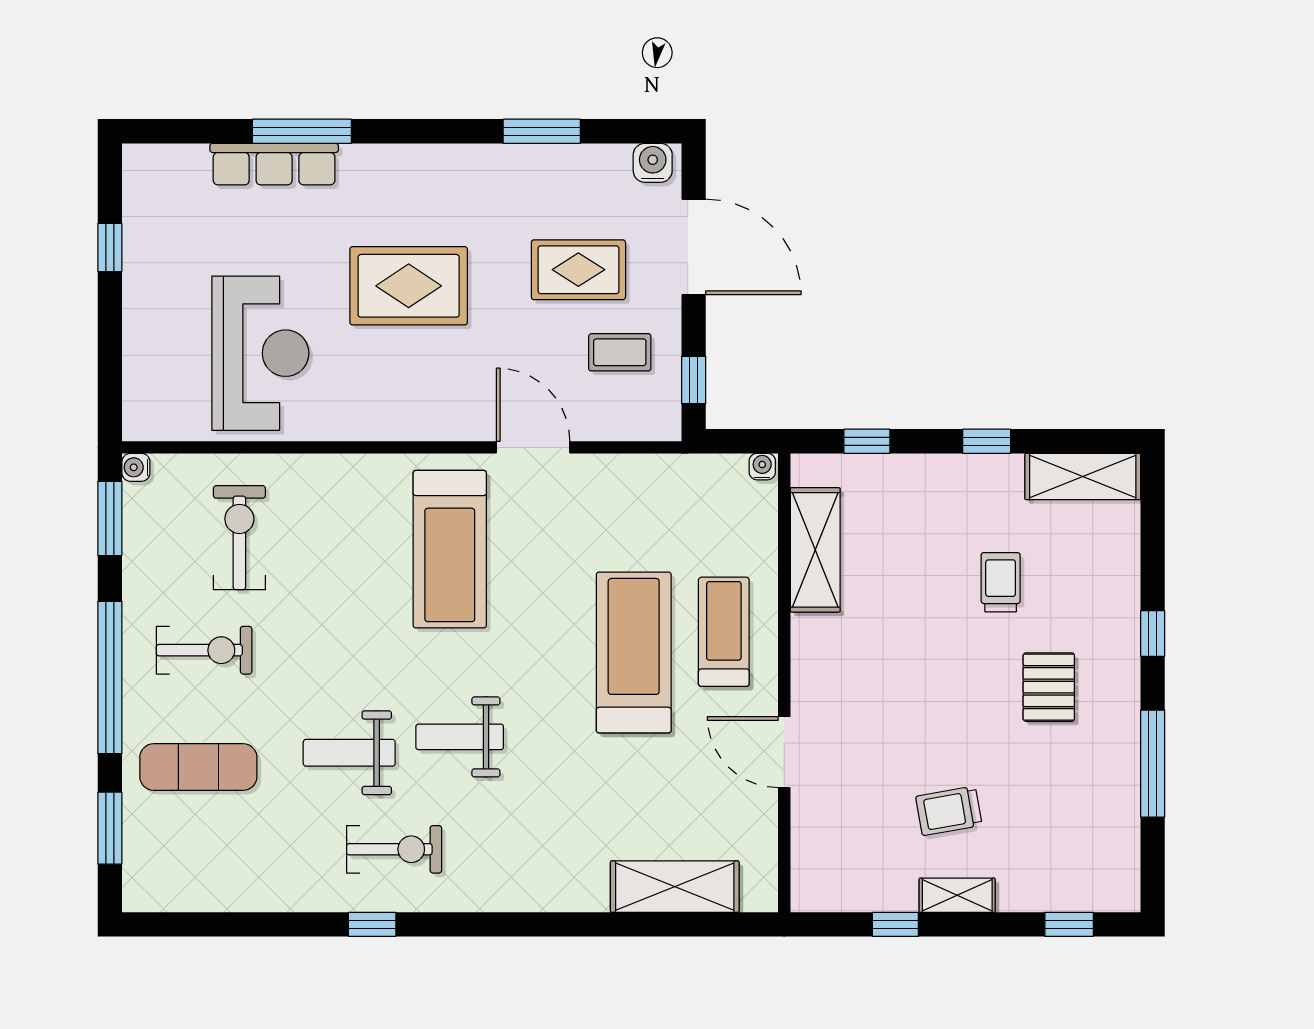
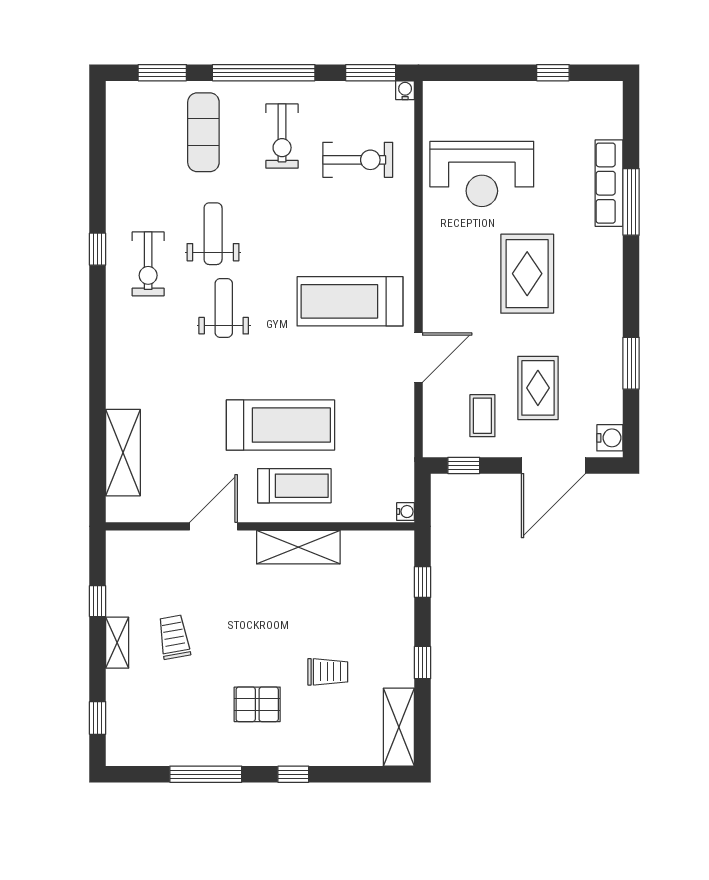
shelving: (815, 550) -> (298, 547), moved

